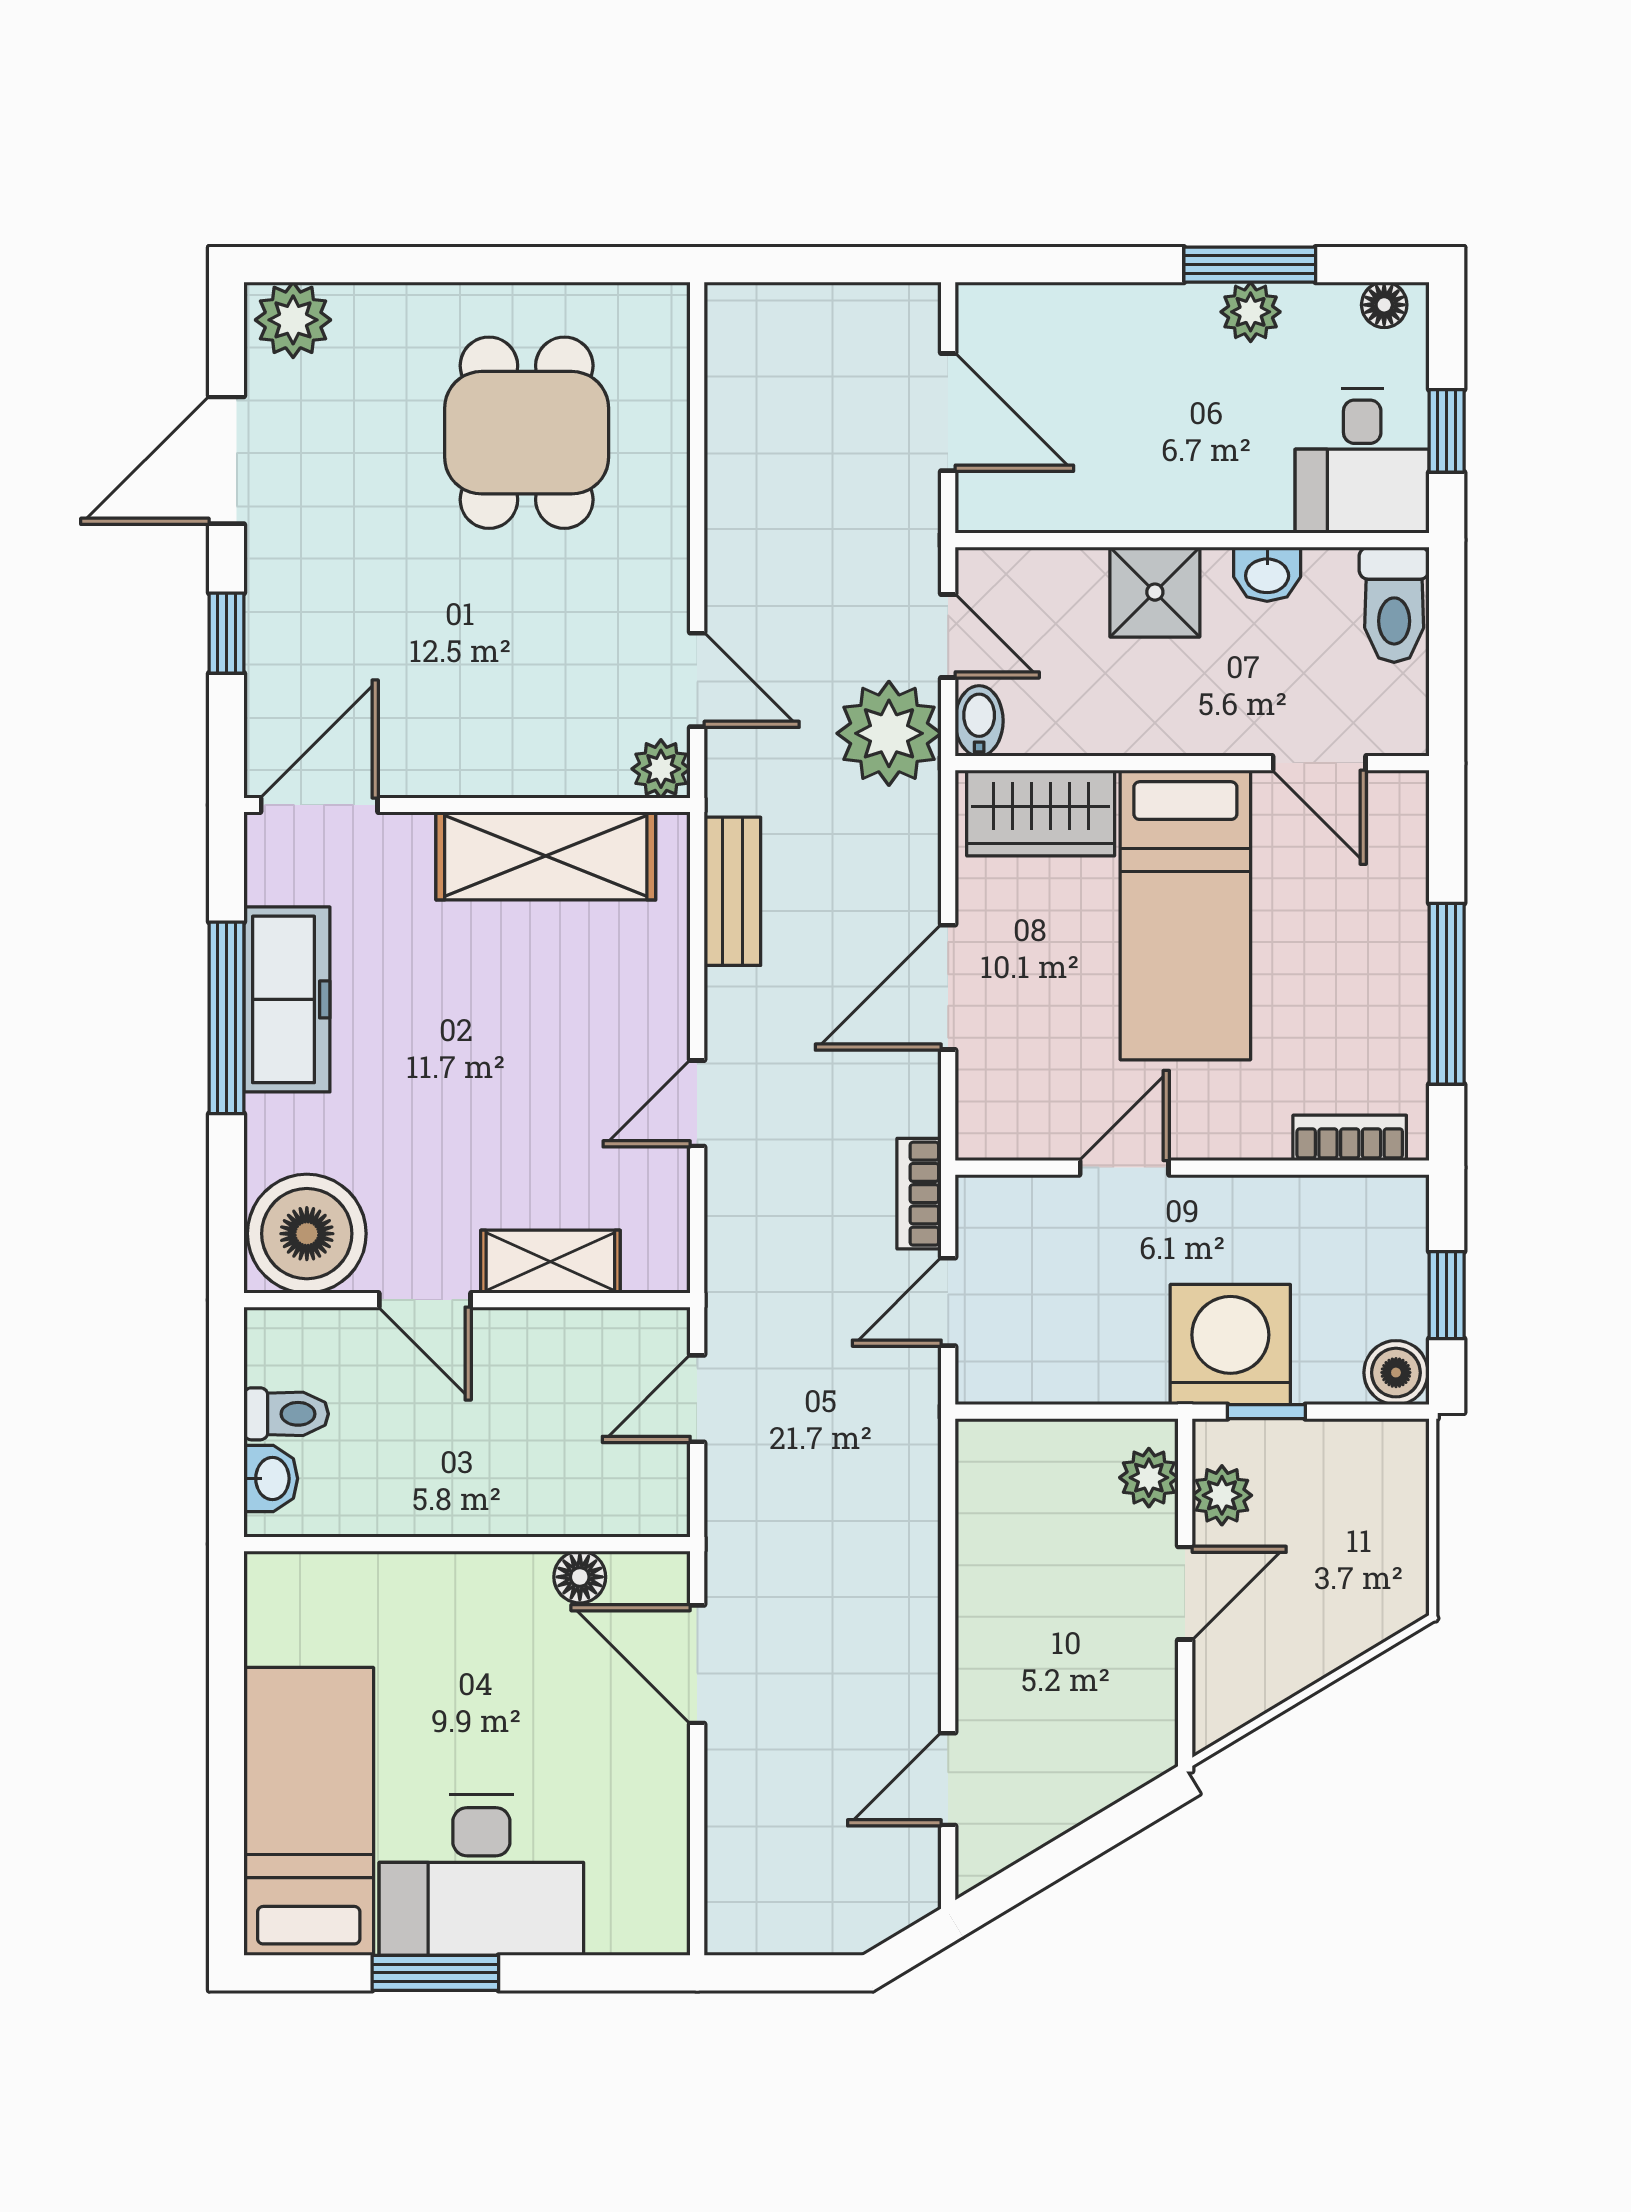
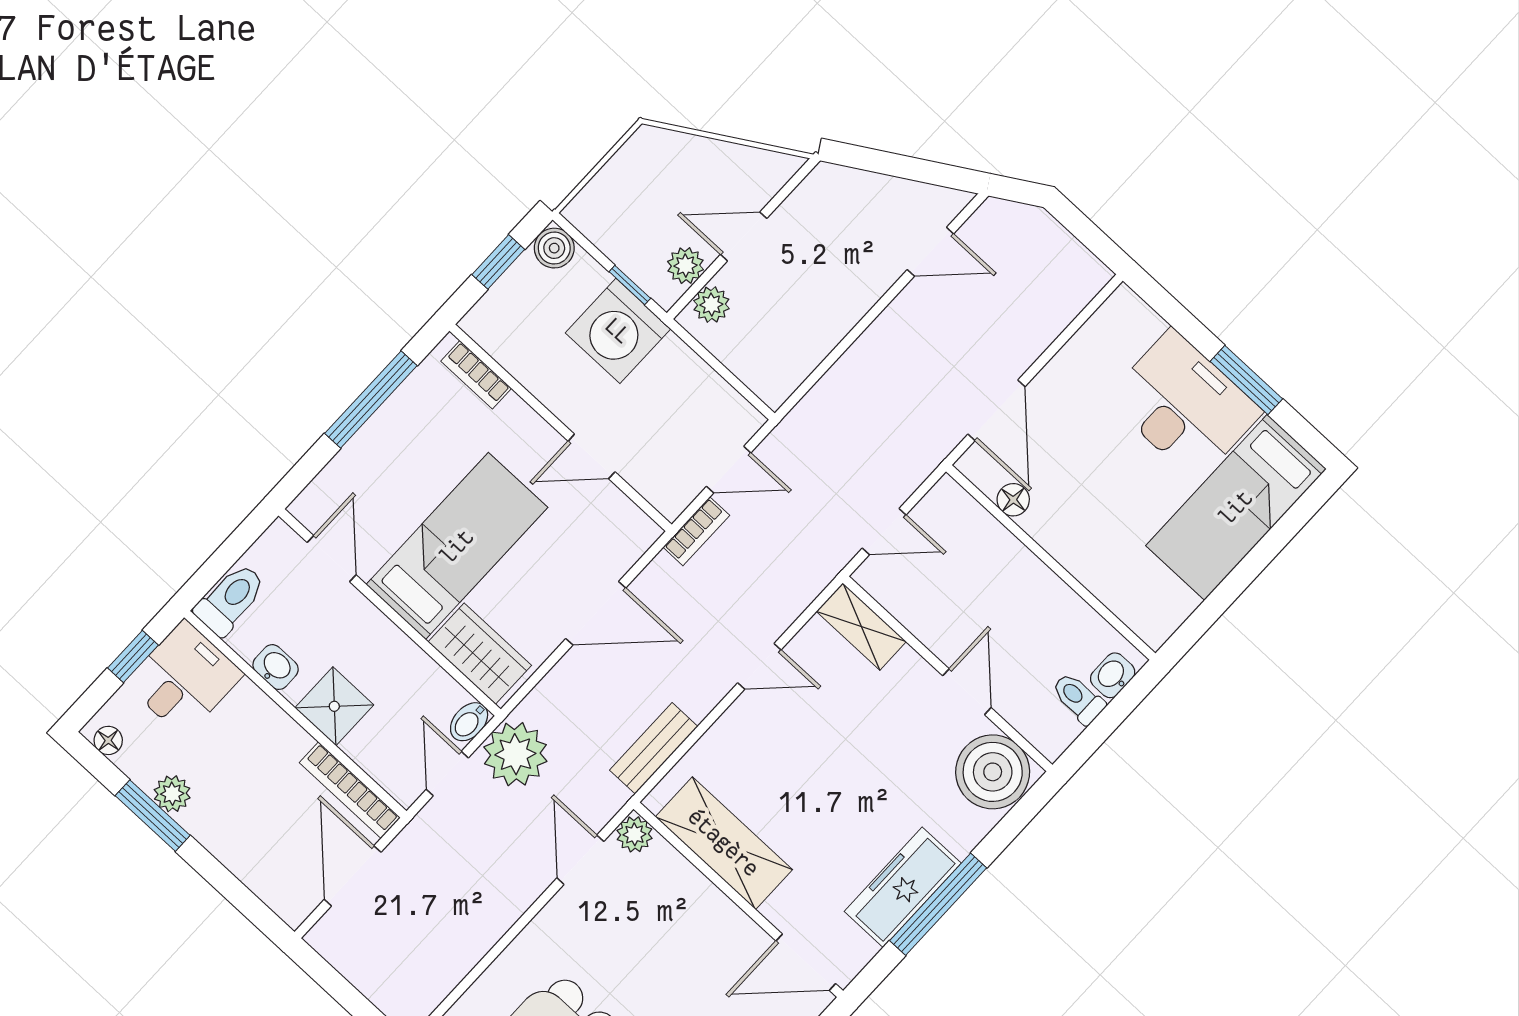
bookcase: (1045, 510) -> (350, 790), added
shelving: (550, 1262) -> (861, 627), moved

